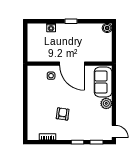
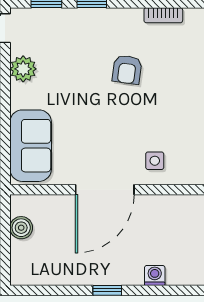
boiler: (107, 28) -> (21, 228), moved
door: (72, 64) -> (105, 190), swing flipped
plant: (106, 103) -> (23, 69), moved

